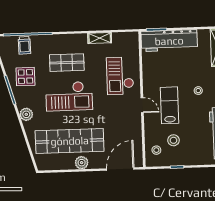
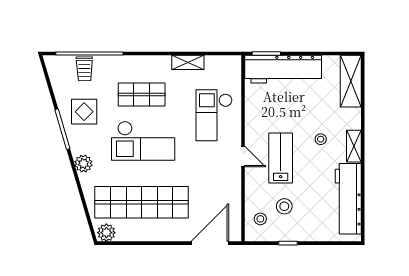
plant: (82, 163) -> (106, 233), moved

